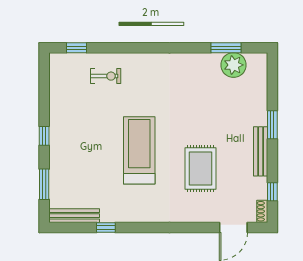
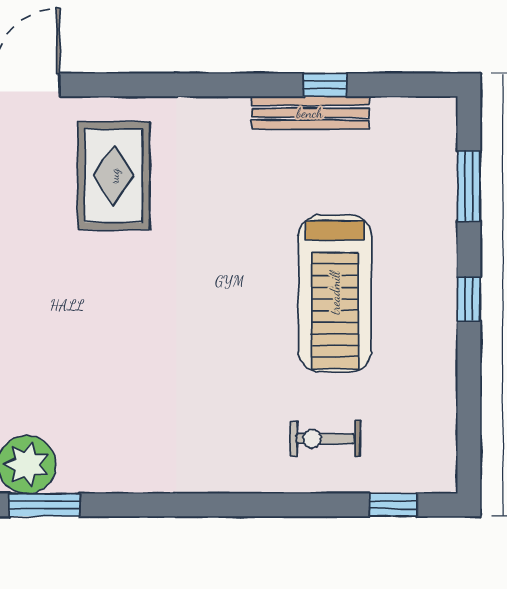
treadmill: (139, 150) -> (335, 293), moved
rug: (201, 169) -> (114, 176), moved
bench: (74, 216) -> (310, 113), moved

